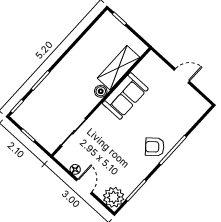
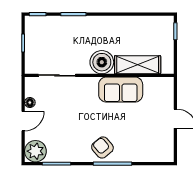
boiler: (101, 91) -> (102, 62), width x1.86, depth x1.86

